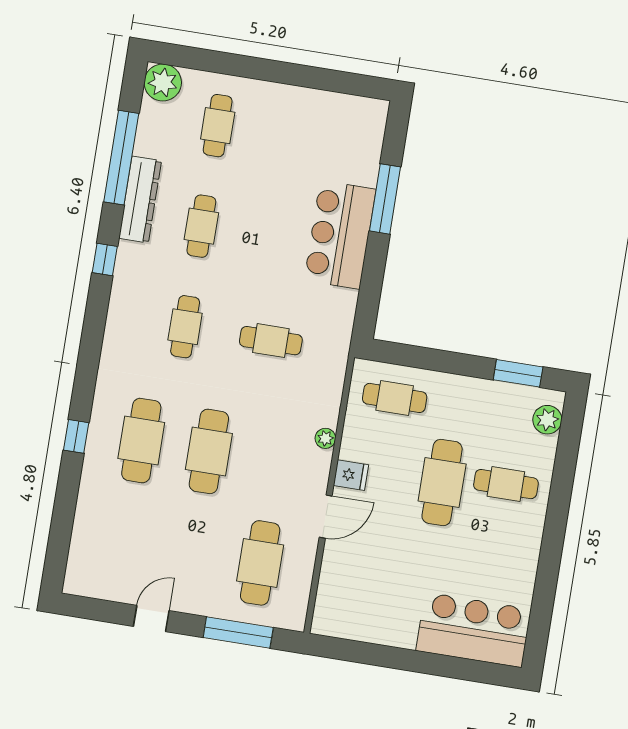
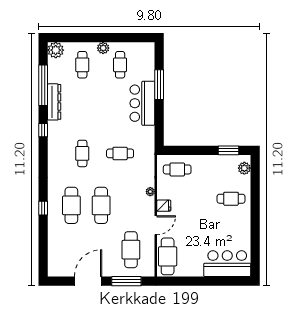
plant: (271, 95) -> (103, 48), added
cafe table: (201, 226) -> (120, 65), moved
cafe table: (442, 482) -> (168, 256), moved
door: (151, 618) -> (88, 281), width x1.87

